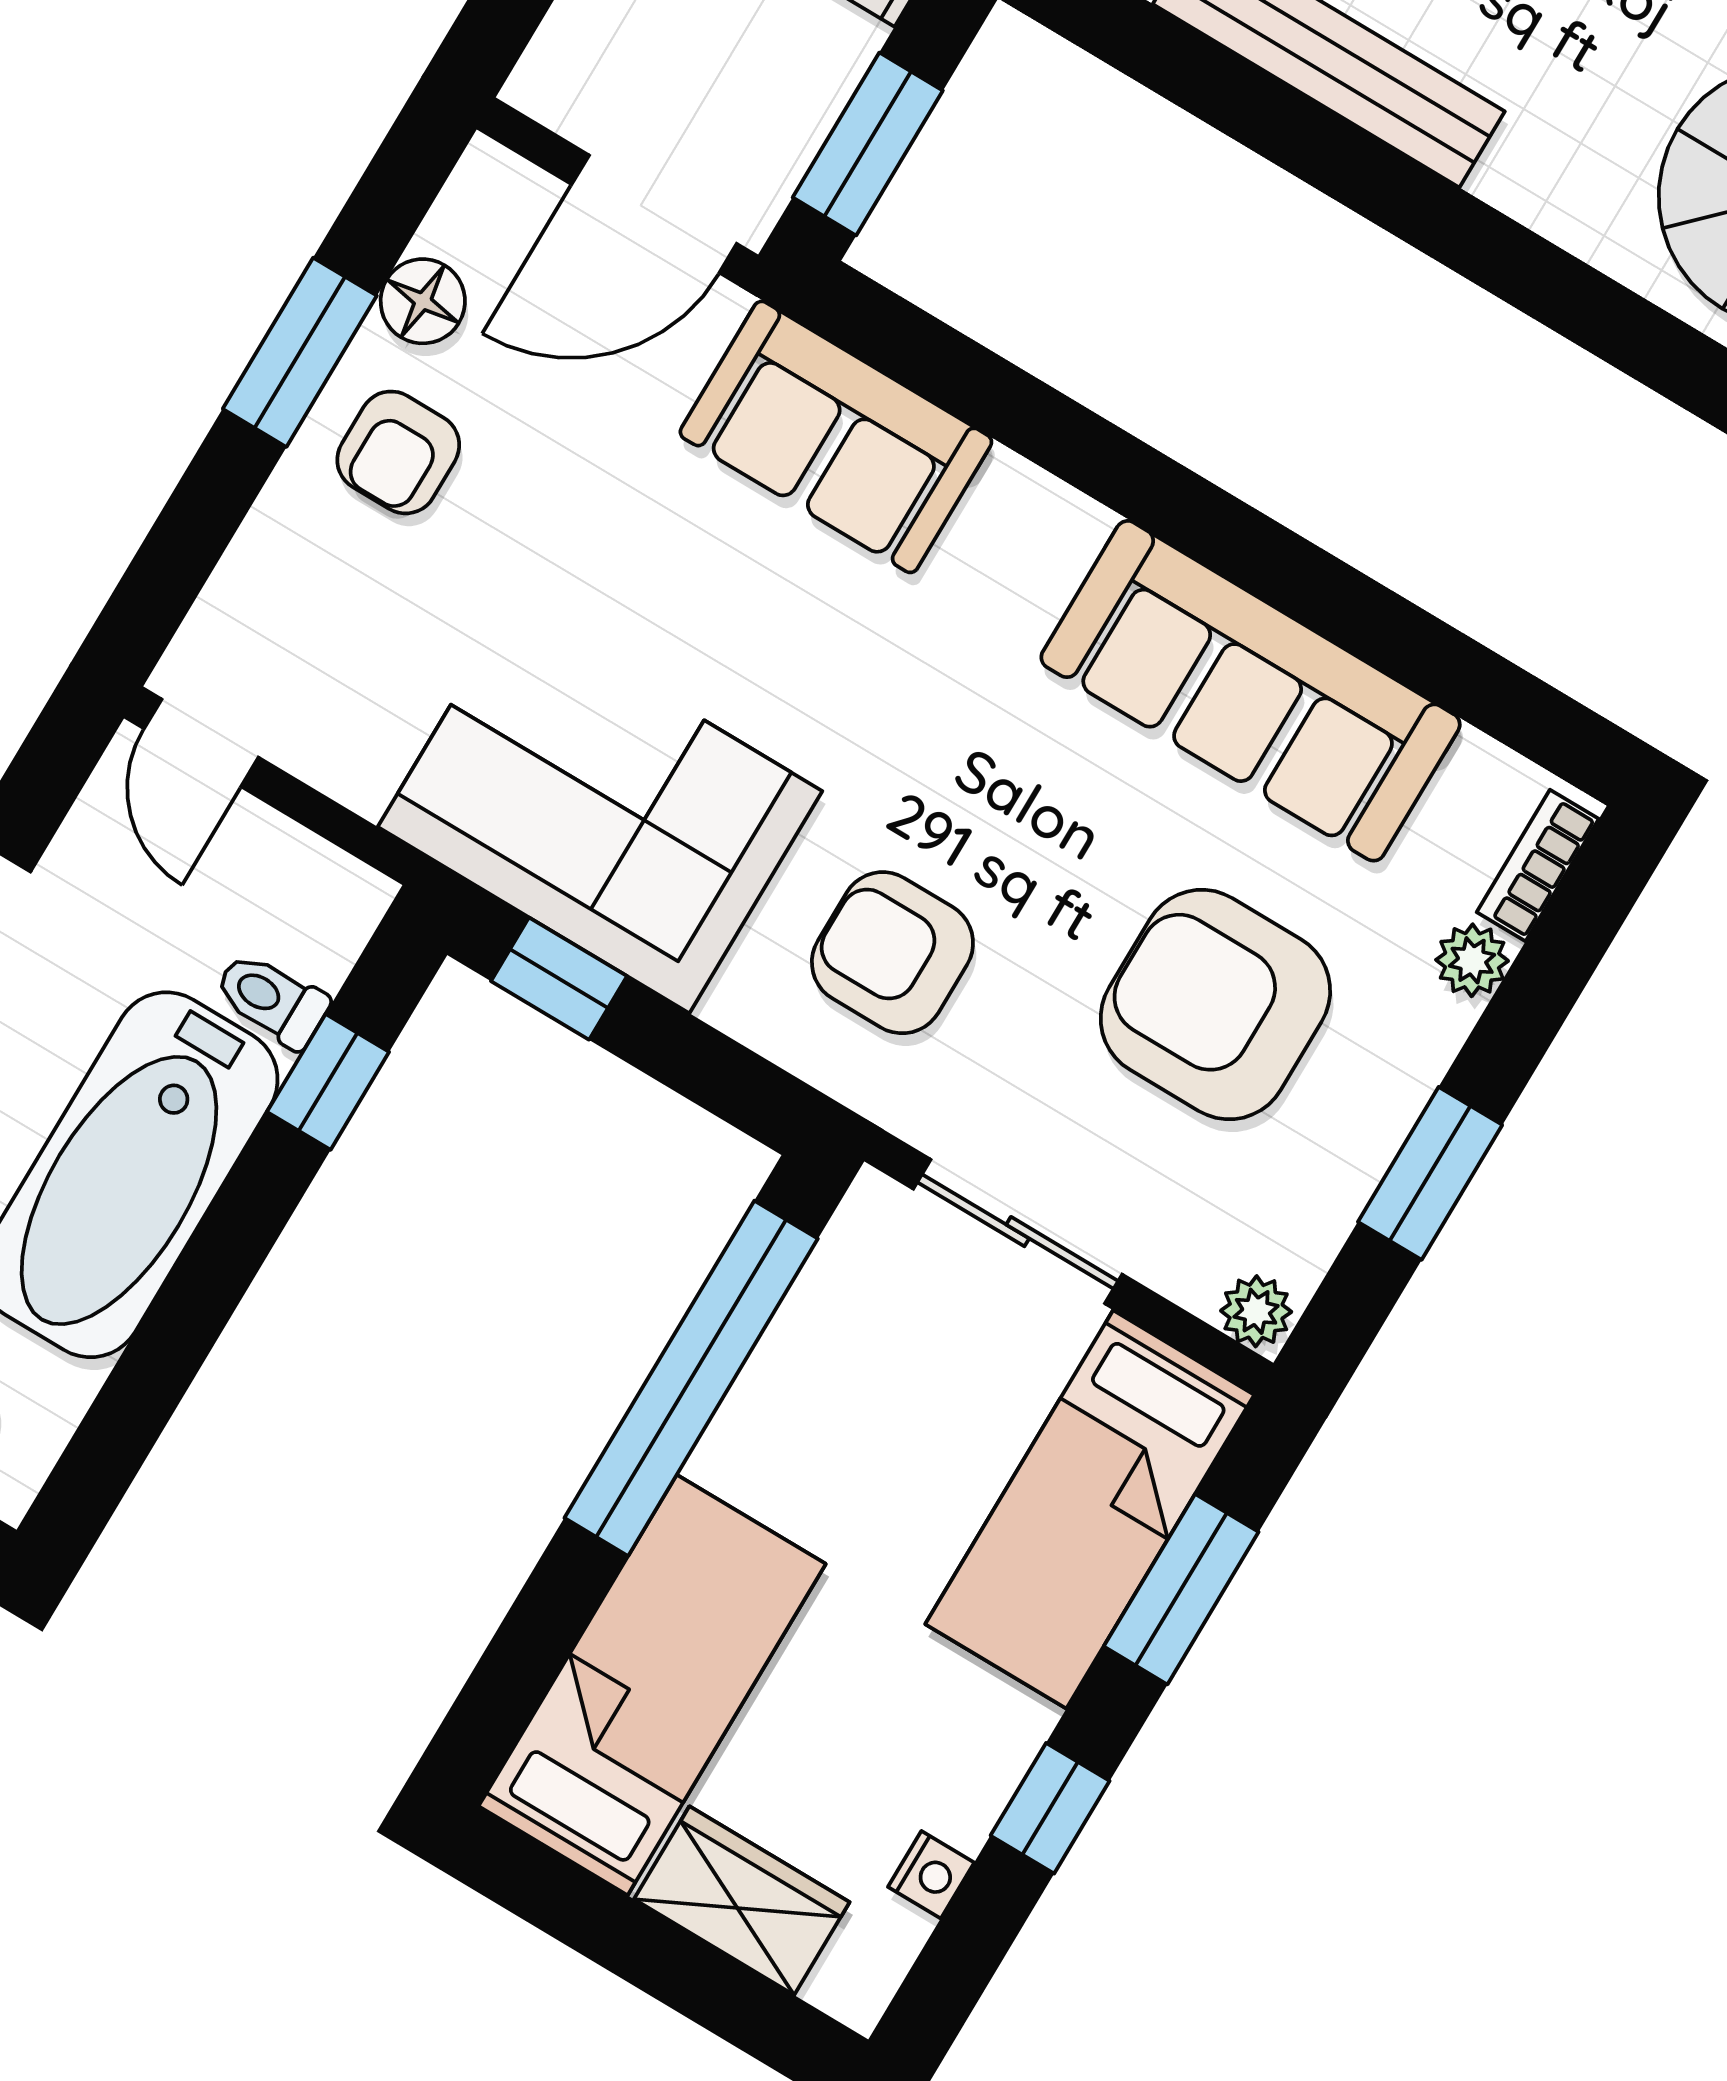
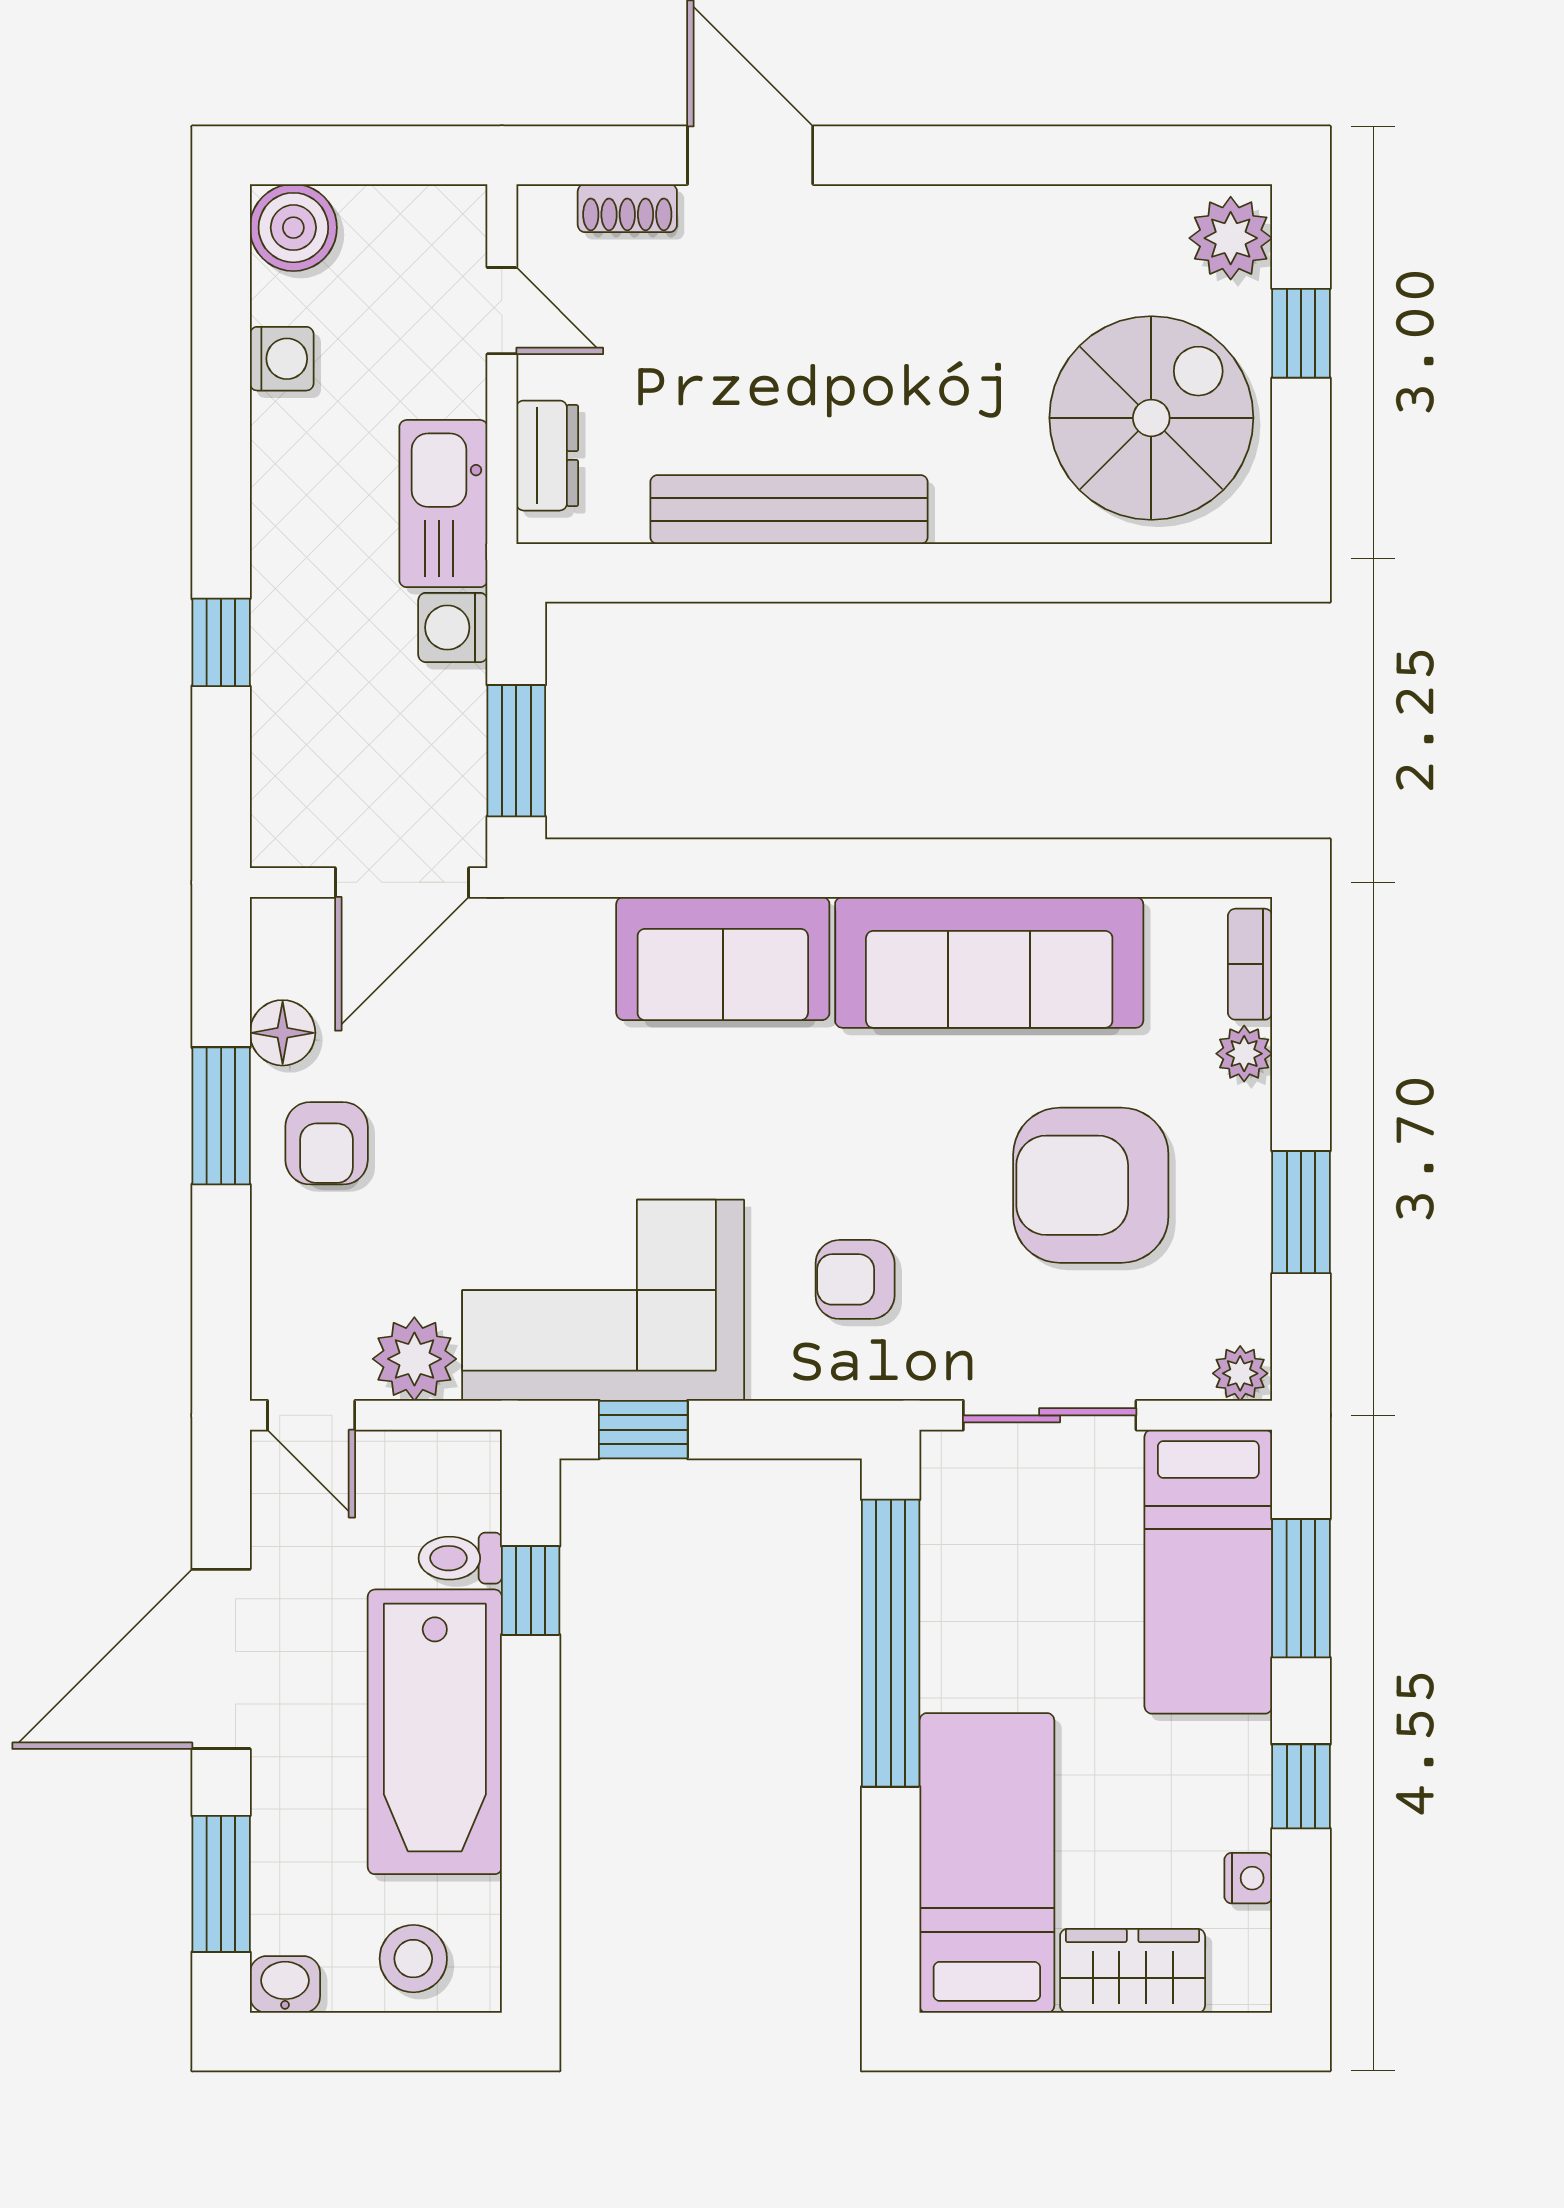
sofa: (836, 437) -> (723, 958), moved
plant: (353, 749) -> (414, 1359), added
armchair: (892, 953) -> (855, 1279), width x0.72, depth x0.72

